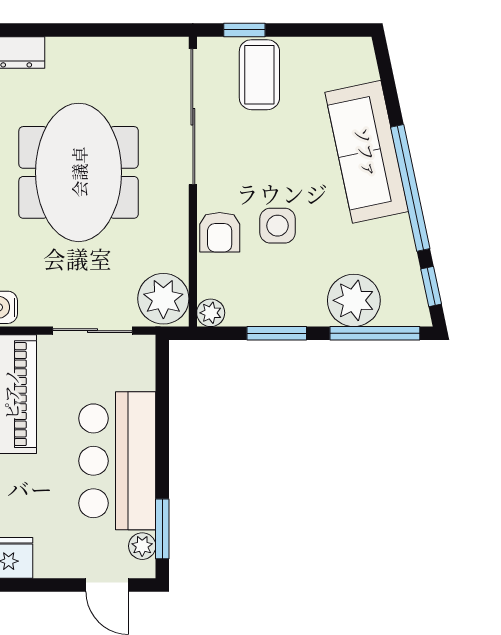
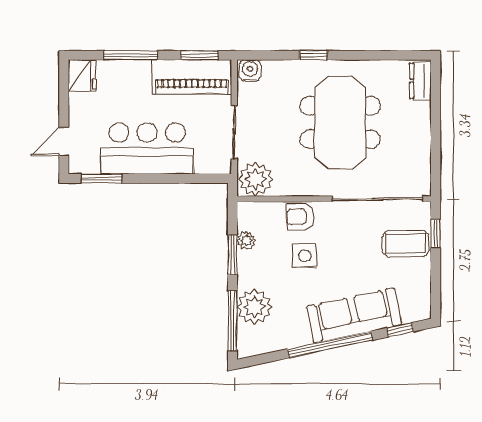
meeting table: (79, 172) -> (340, 122), turned 90
window: (431, 287) -> (400, 330), moved
plant: (211, 313) -> (246, 241), moved
plant: (142, 546) -> (90, 165), removed

